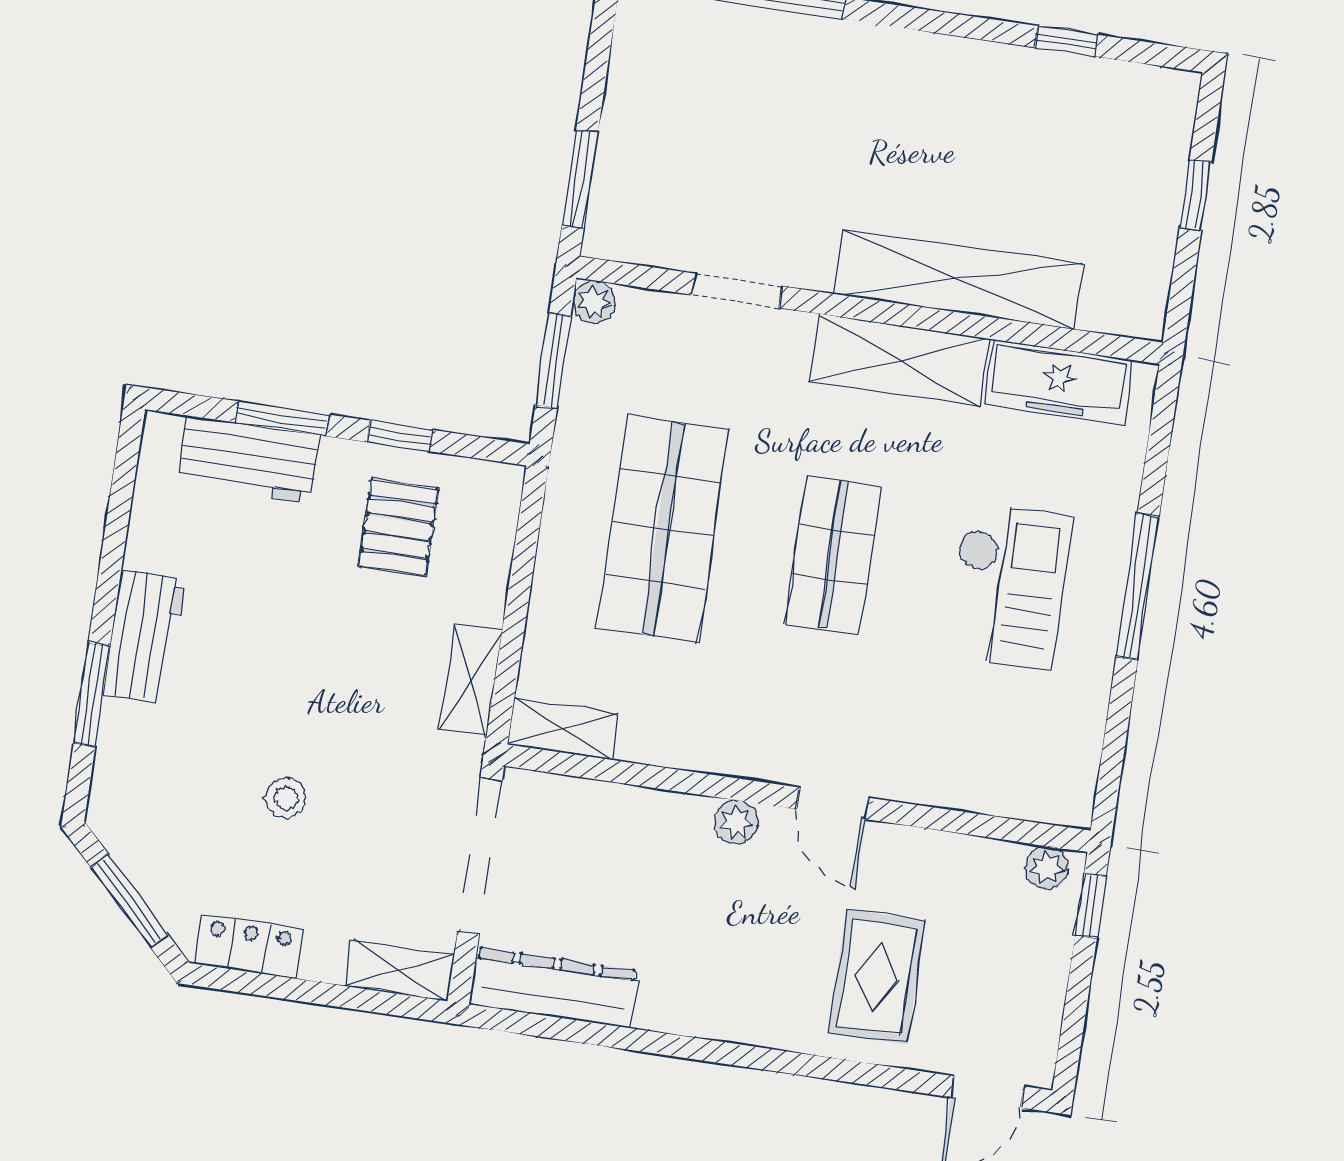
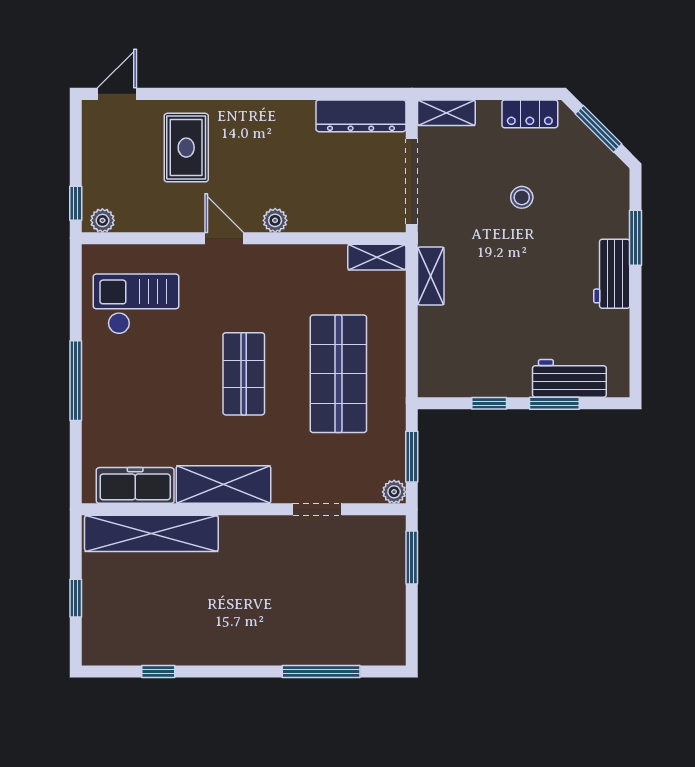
shelving: (959, 279) -> (151, 533), moved
pallet: (398, 527) -> (482, 353), removed
checkout: (1008, 586) -> (136, 304), moved, turned 90

